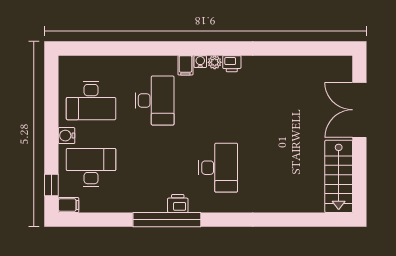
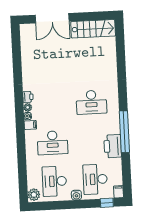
plant: (71, 66) -> (34, 195), added
desk: (91, 100) -> (54, 181), turned 180
desk: (155, 100) -> (53, 143), turned 180
desk: (218, 168) -> (91, 102), turned 180
printer: (178, 203) -> (113, 146), moved, width x1.87, depth x1.48

